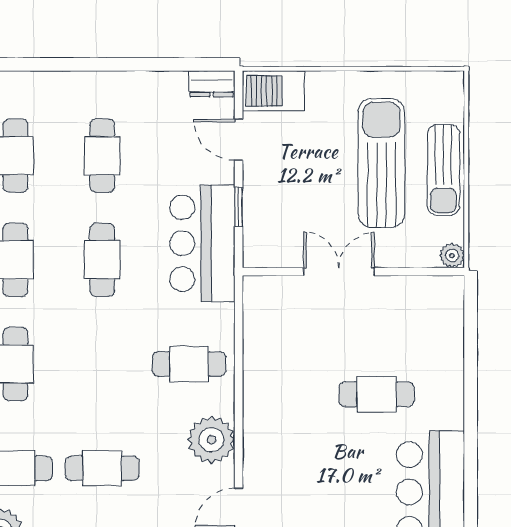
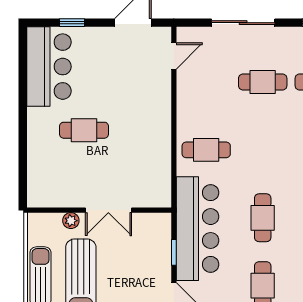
bar counter: (202, 243) -> (197, 229), width x1.36
plant: (452, 256) -> (71, 221), moved
plant: (211, 440) -> (192, 101), removed

